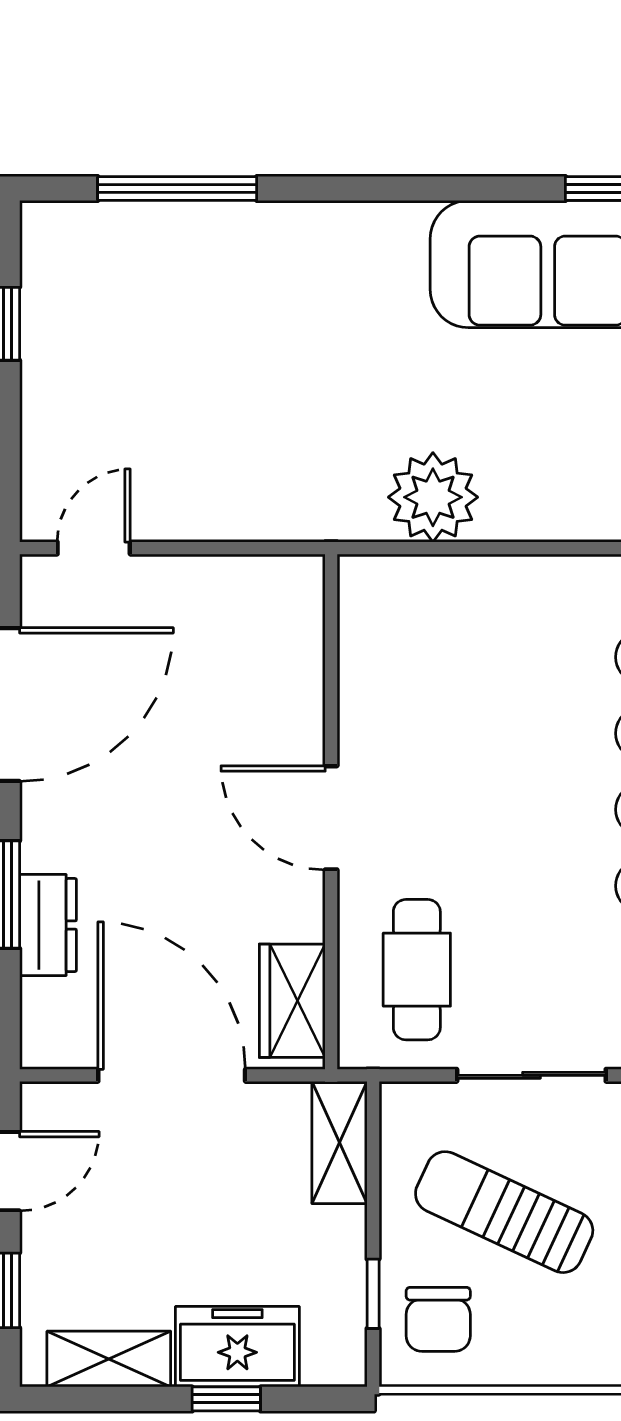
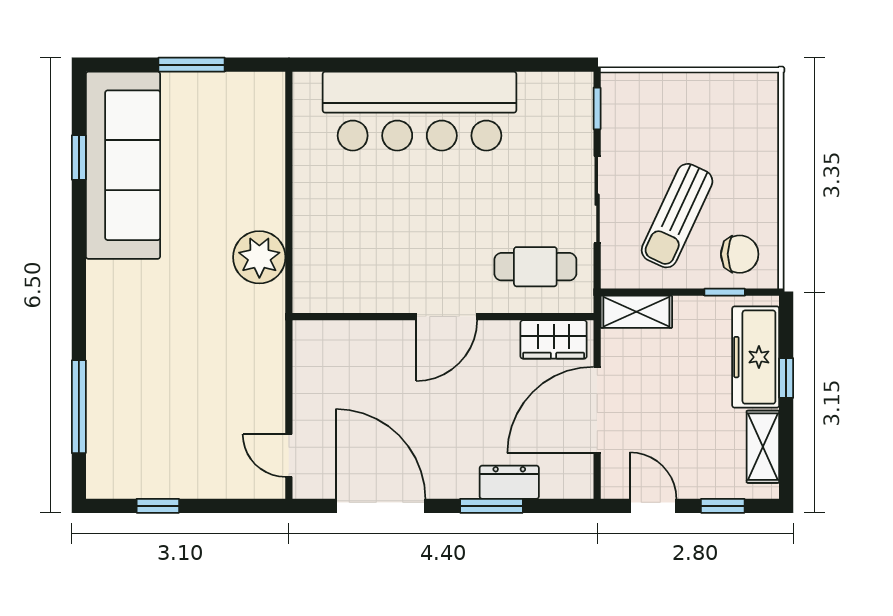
freezer: (237, 1347) -> (756, 357), width x1.40

